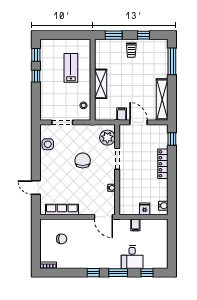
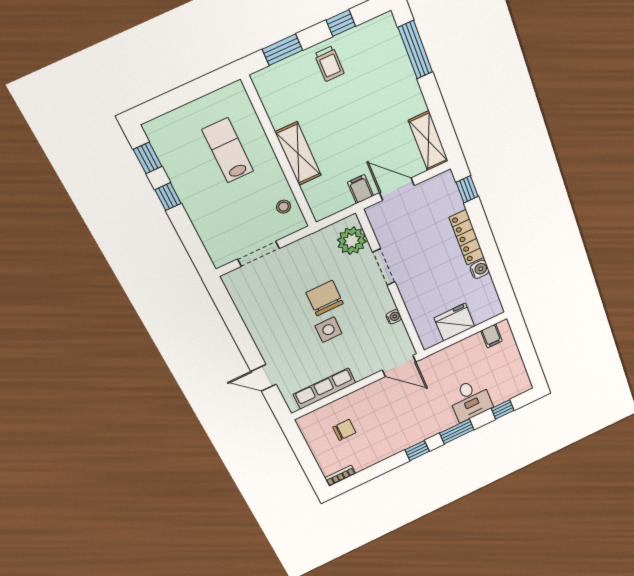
shelving: (162, 99) -> (428, 141), width x0.68
side table: (48, 144) -> (328, 330), moved
water cooler: (163, 206) -> (480, 269), moved
fridge: (145, 209) -> (454, 322), width x1.88, depth x1.34
filing cabinet: (135, 225) -> (491, 336), moved

